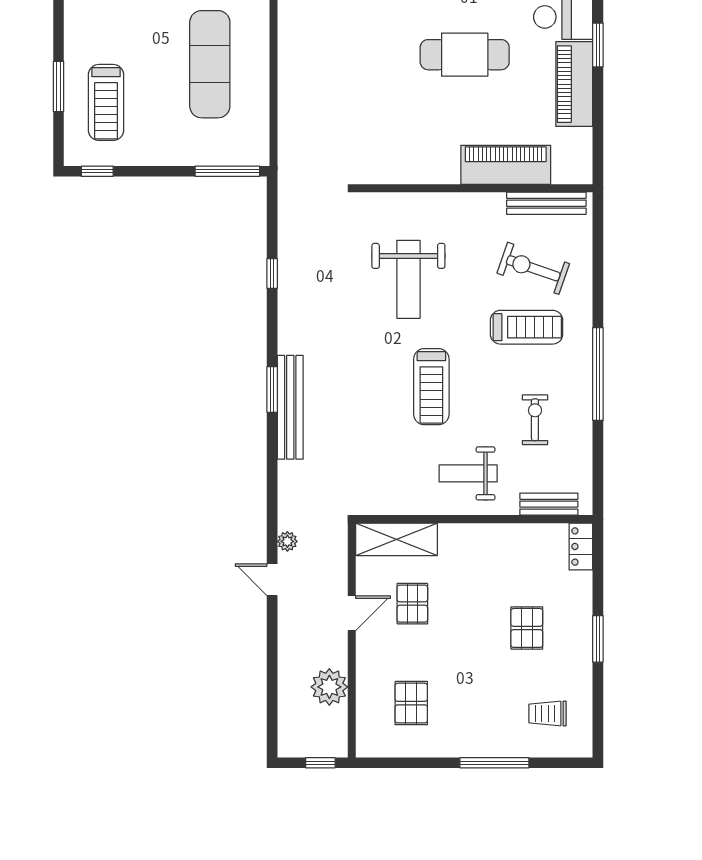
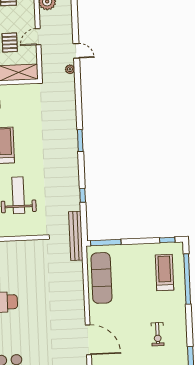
exercise mat: (210, 64) -> (101, 278), moved
window: (59, 86) -> (187, 279), width x2.11
bench: (290, 407) -> (76, 236), moved

